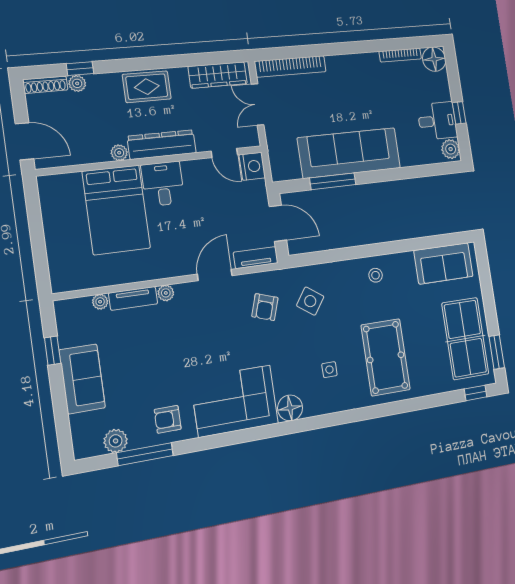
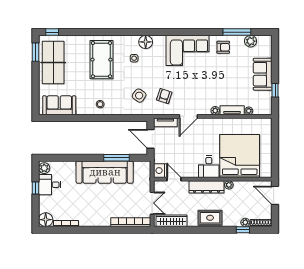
bed: (116, 210) -> (240, 156), width x1.36
floor lamp: (290, 408) -> (146, 42), moved

